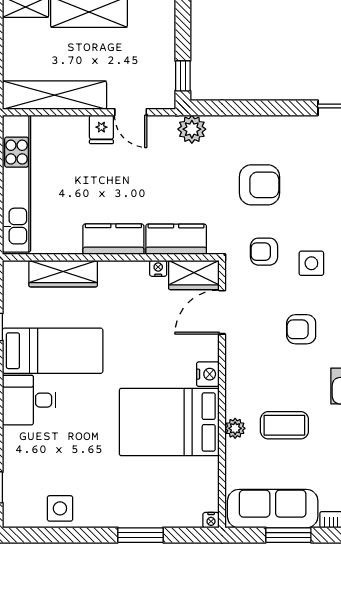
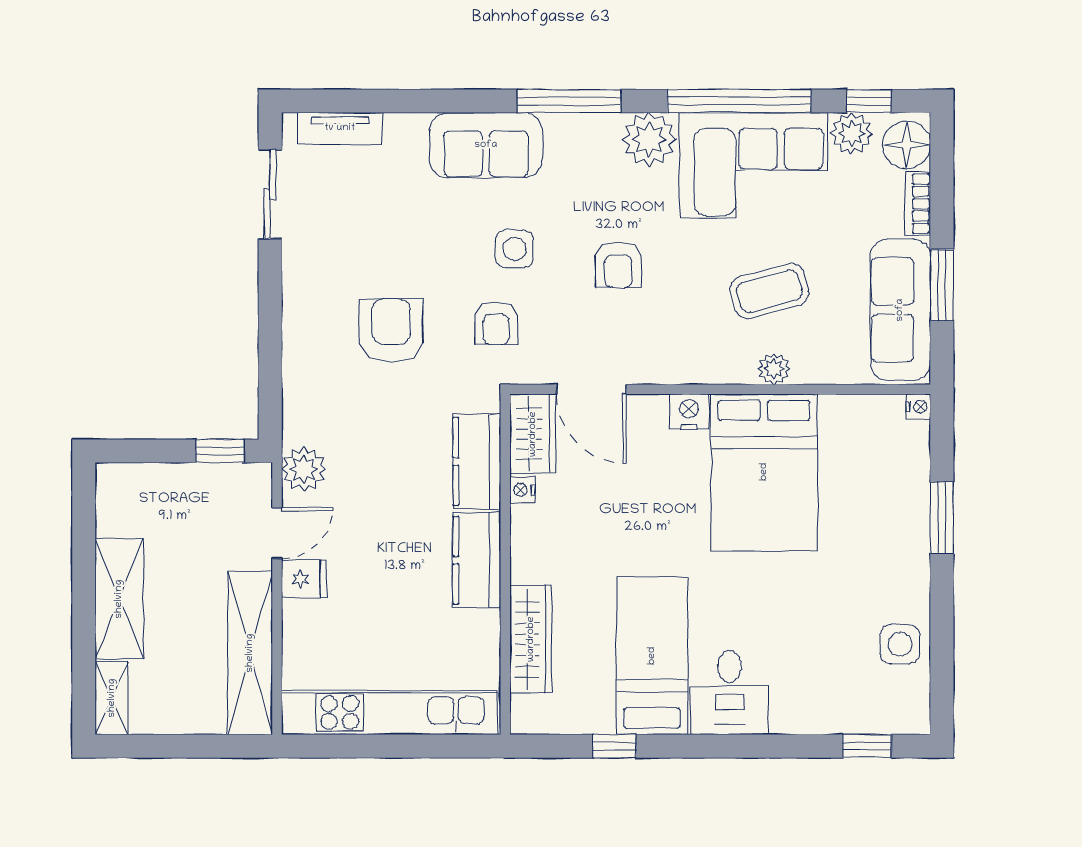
plant: (192, 129) -> (304, 469), moved
coffee table: (284, 425) -> (769, 291), turned 75

